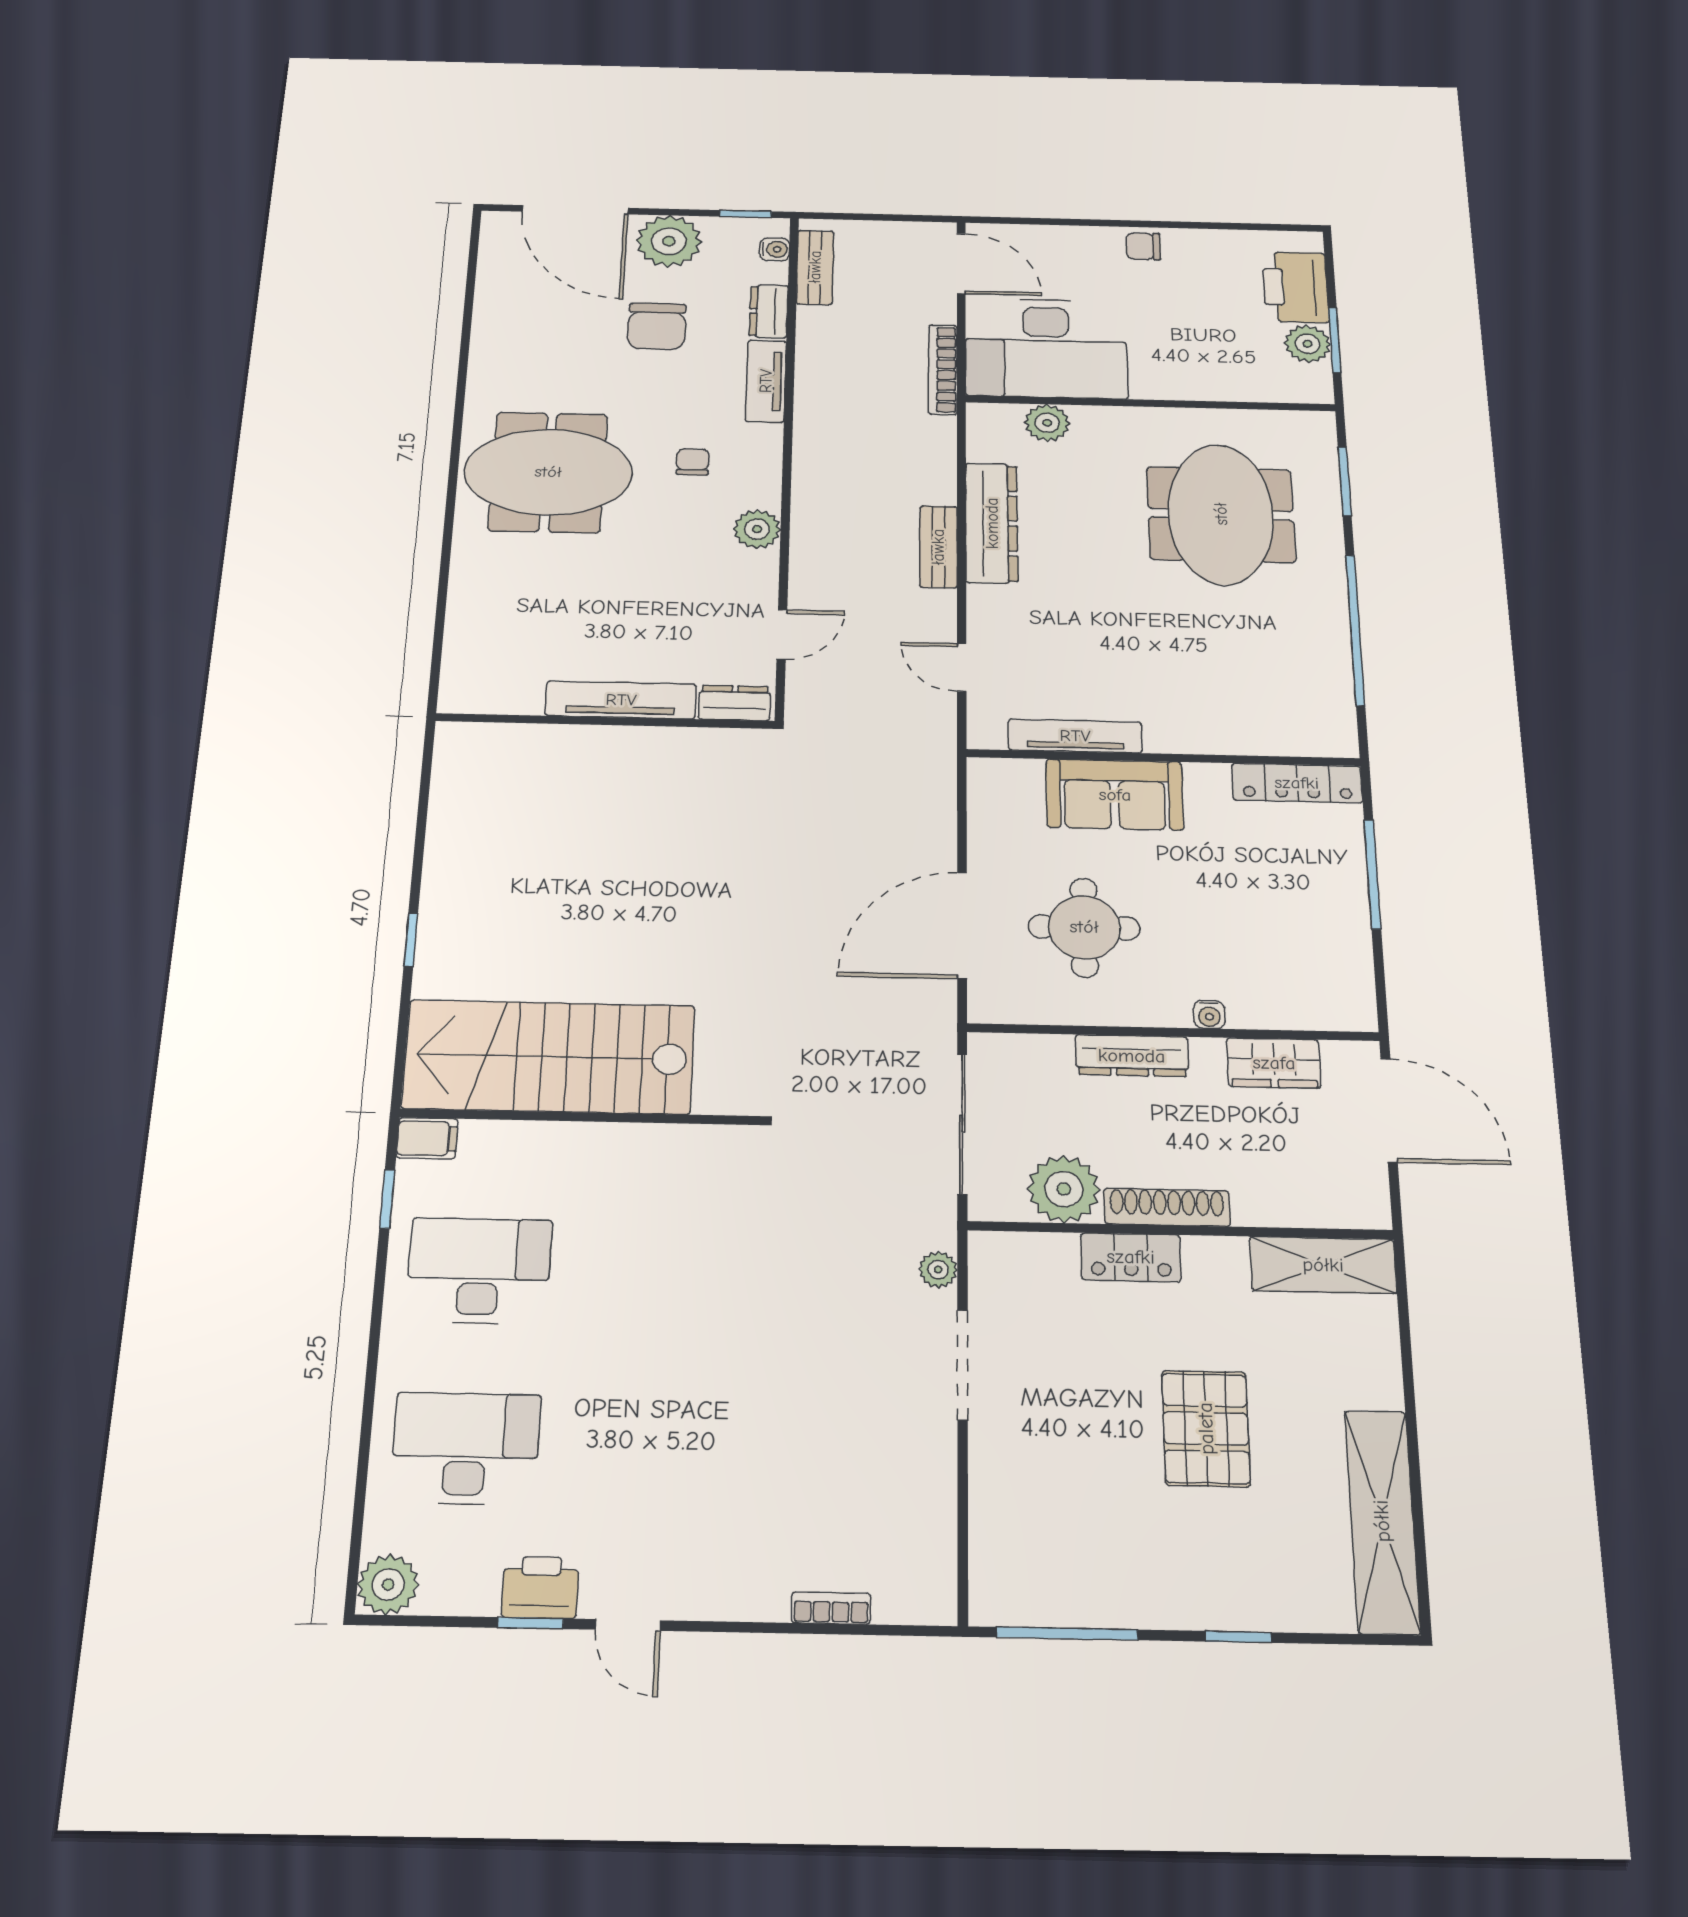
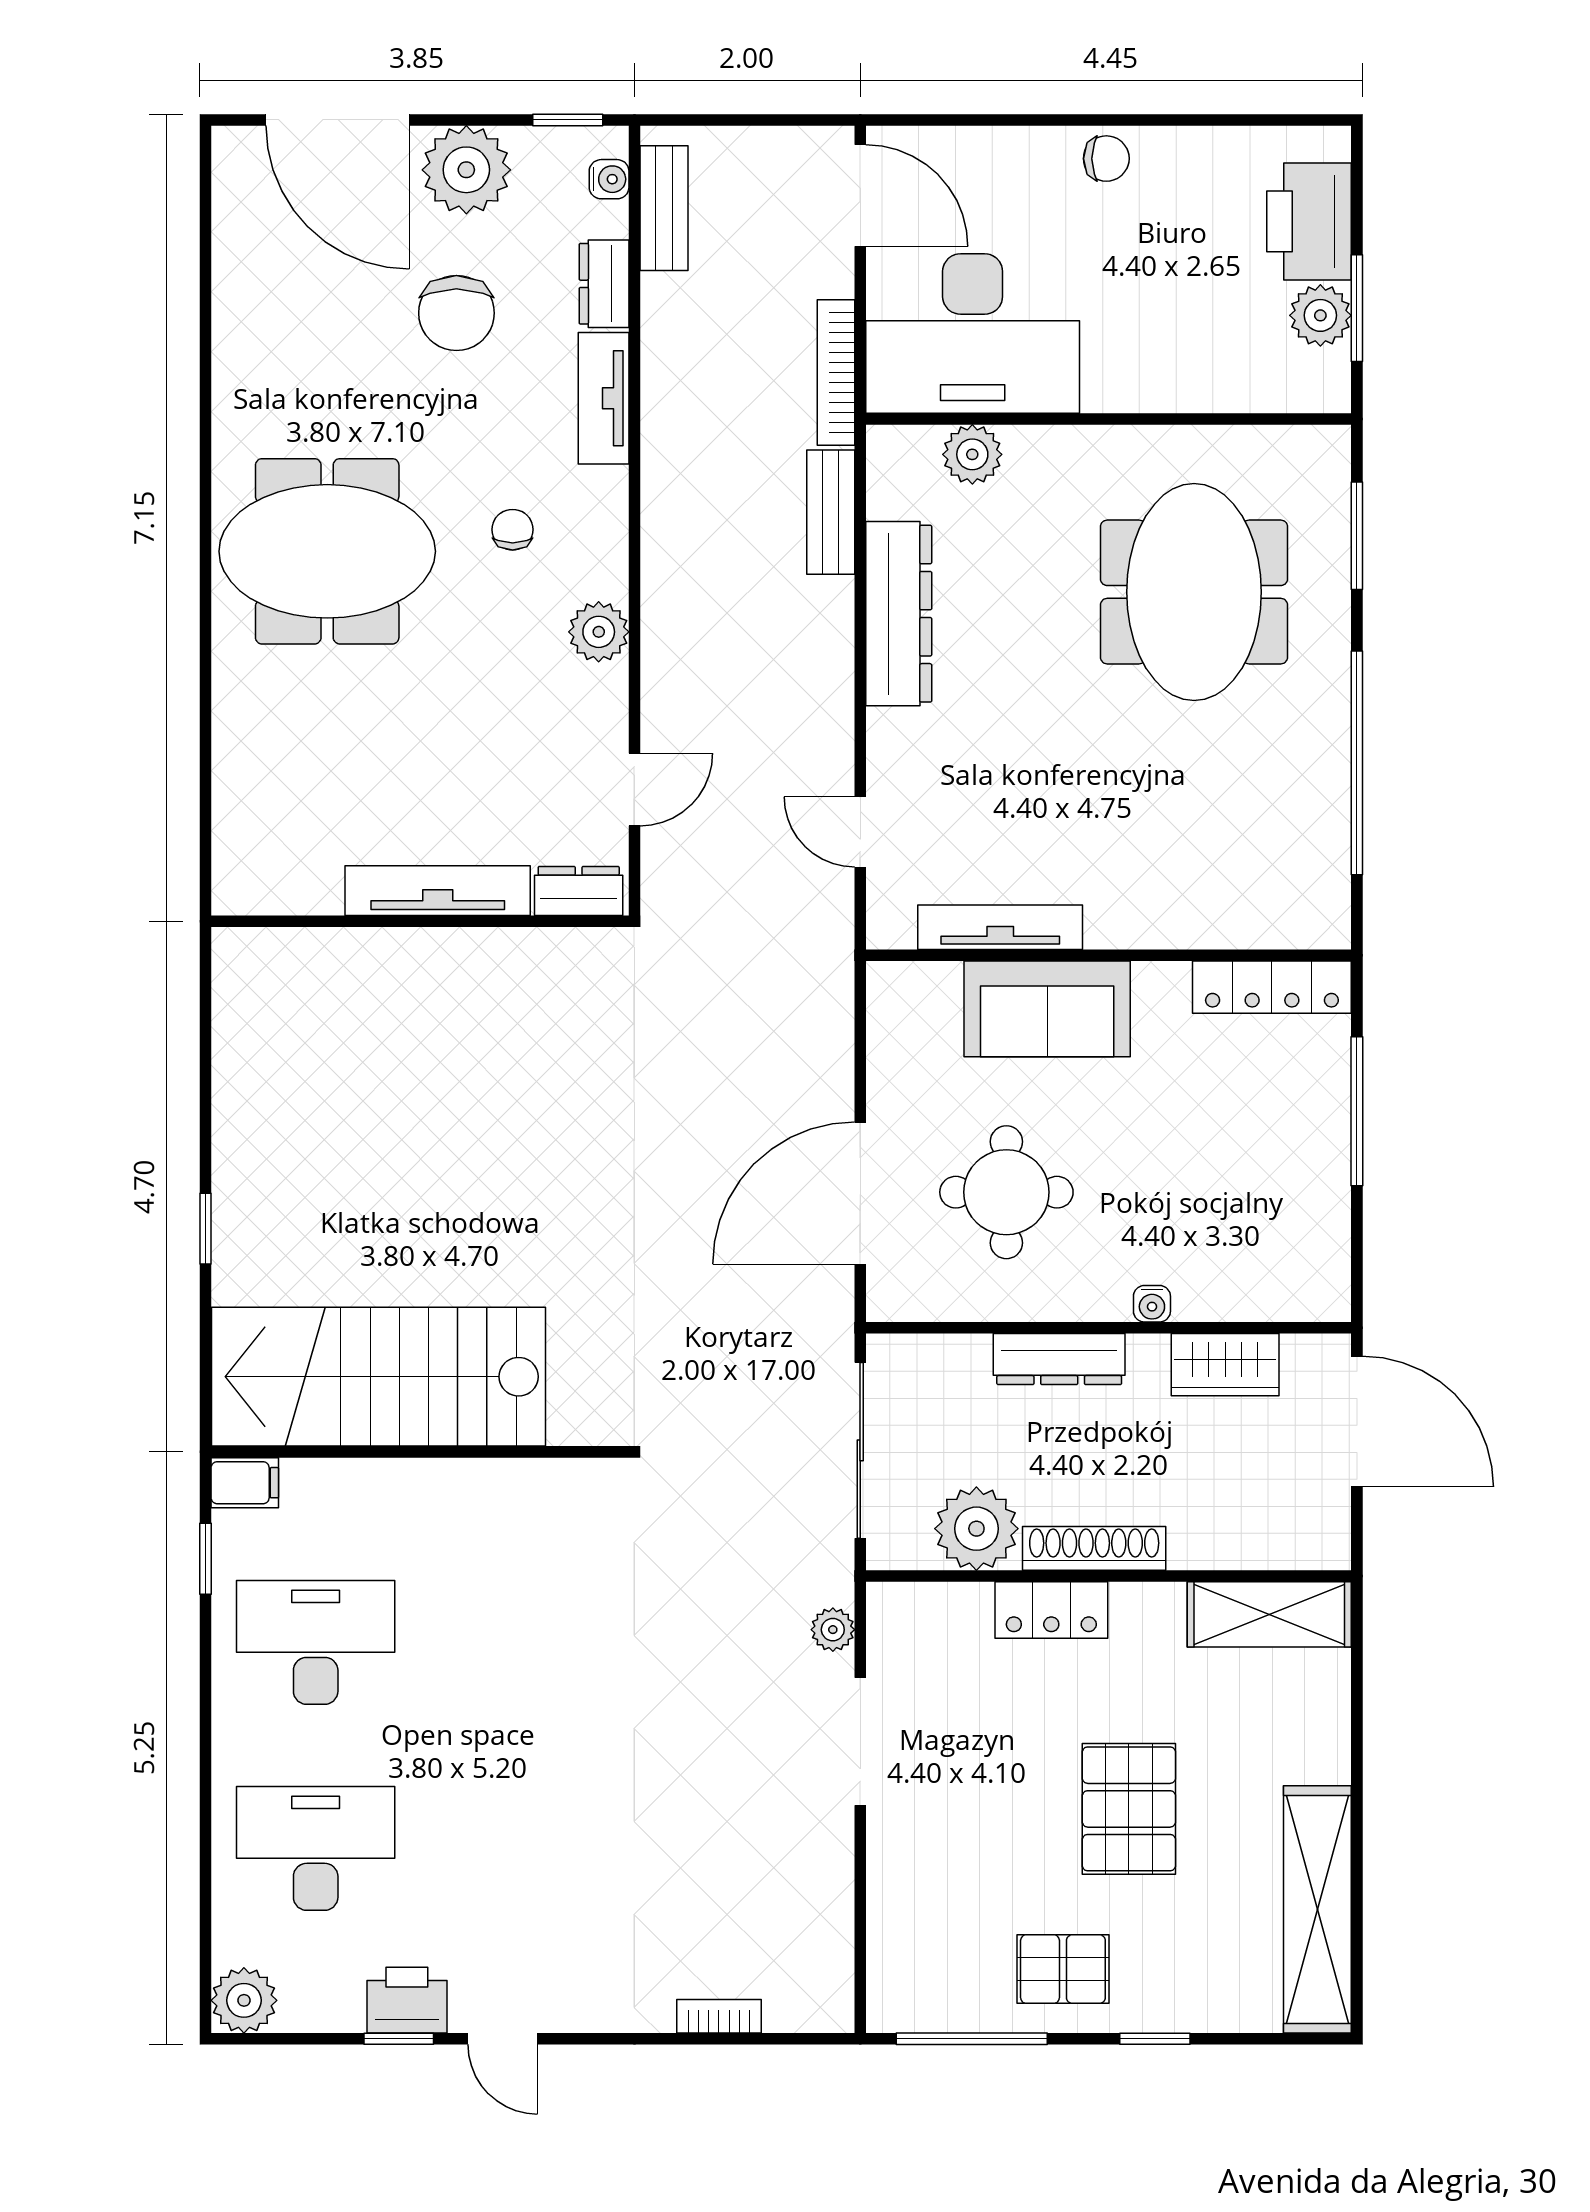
chair: (1143, 246) -> (1106, 159), turned 180
bench: (938, 547) -> (831, 512), moved
pallet: (1151, 1571) -> (1063, 1969), added

